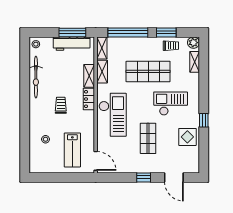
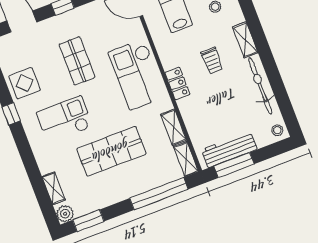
window: (166, 32) -> (88, 221), moved
trolley: (171, 46) -> (94, 198), removed
shelving: (89, 76) -> (245, 40), moved
checkout: (171, 104) -> (65, 120), turned 180

